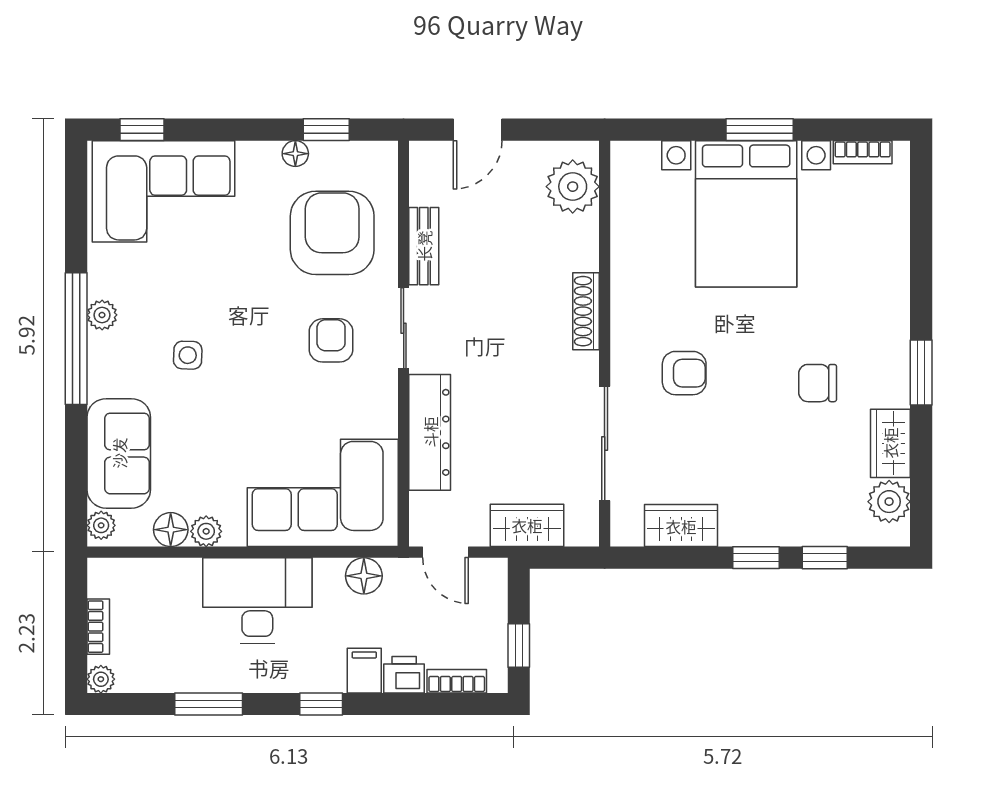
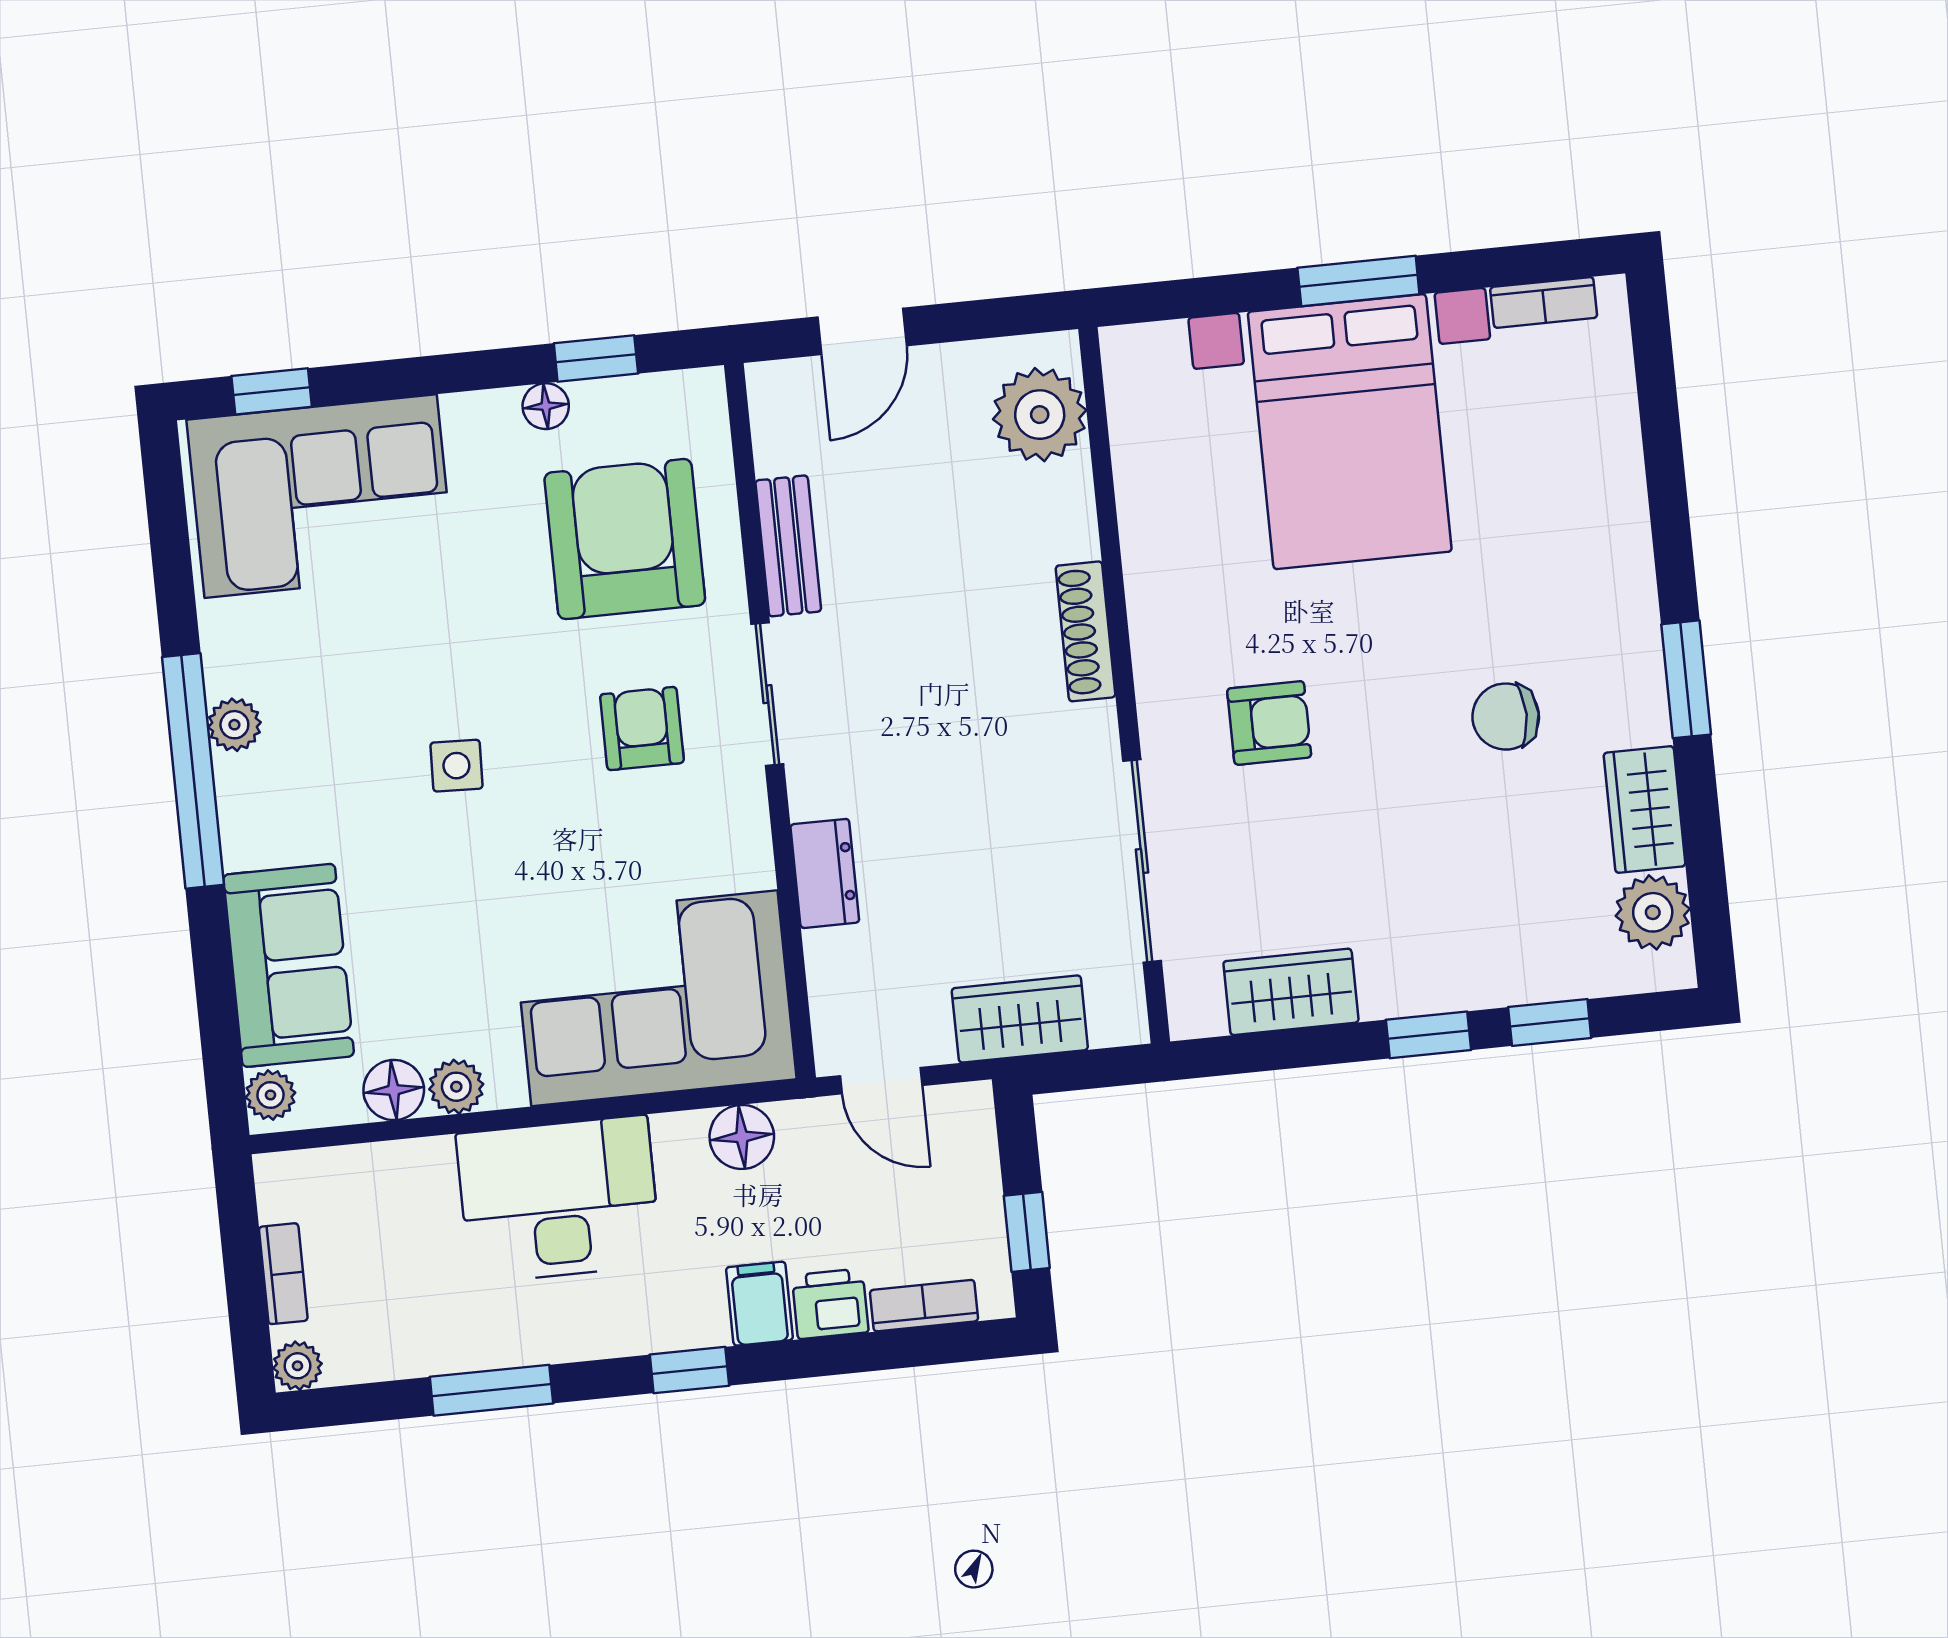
side table: (188, 355) -> (456, 766), moved
dresser: (430, 432) -> (825, 873), width x0.51, depth x0.80

